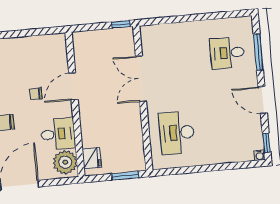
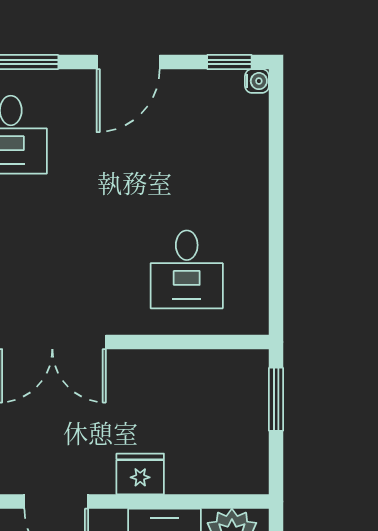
desk: (177, 133) -> (187, 269), width x0.73
fridge: (92, 158) -> (140, 474), moved

